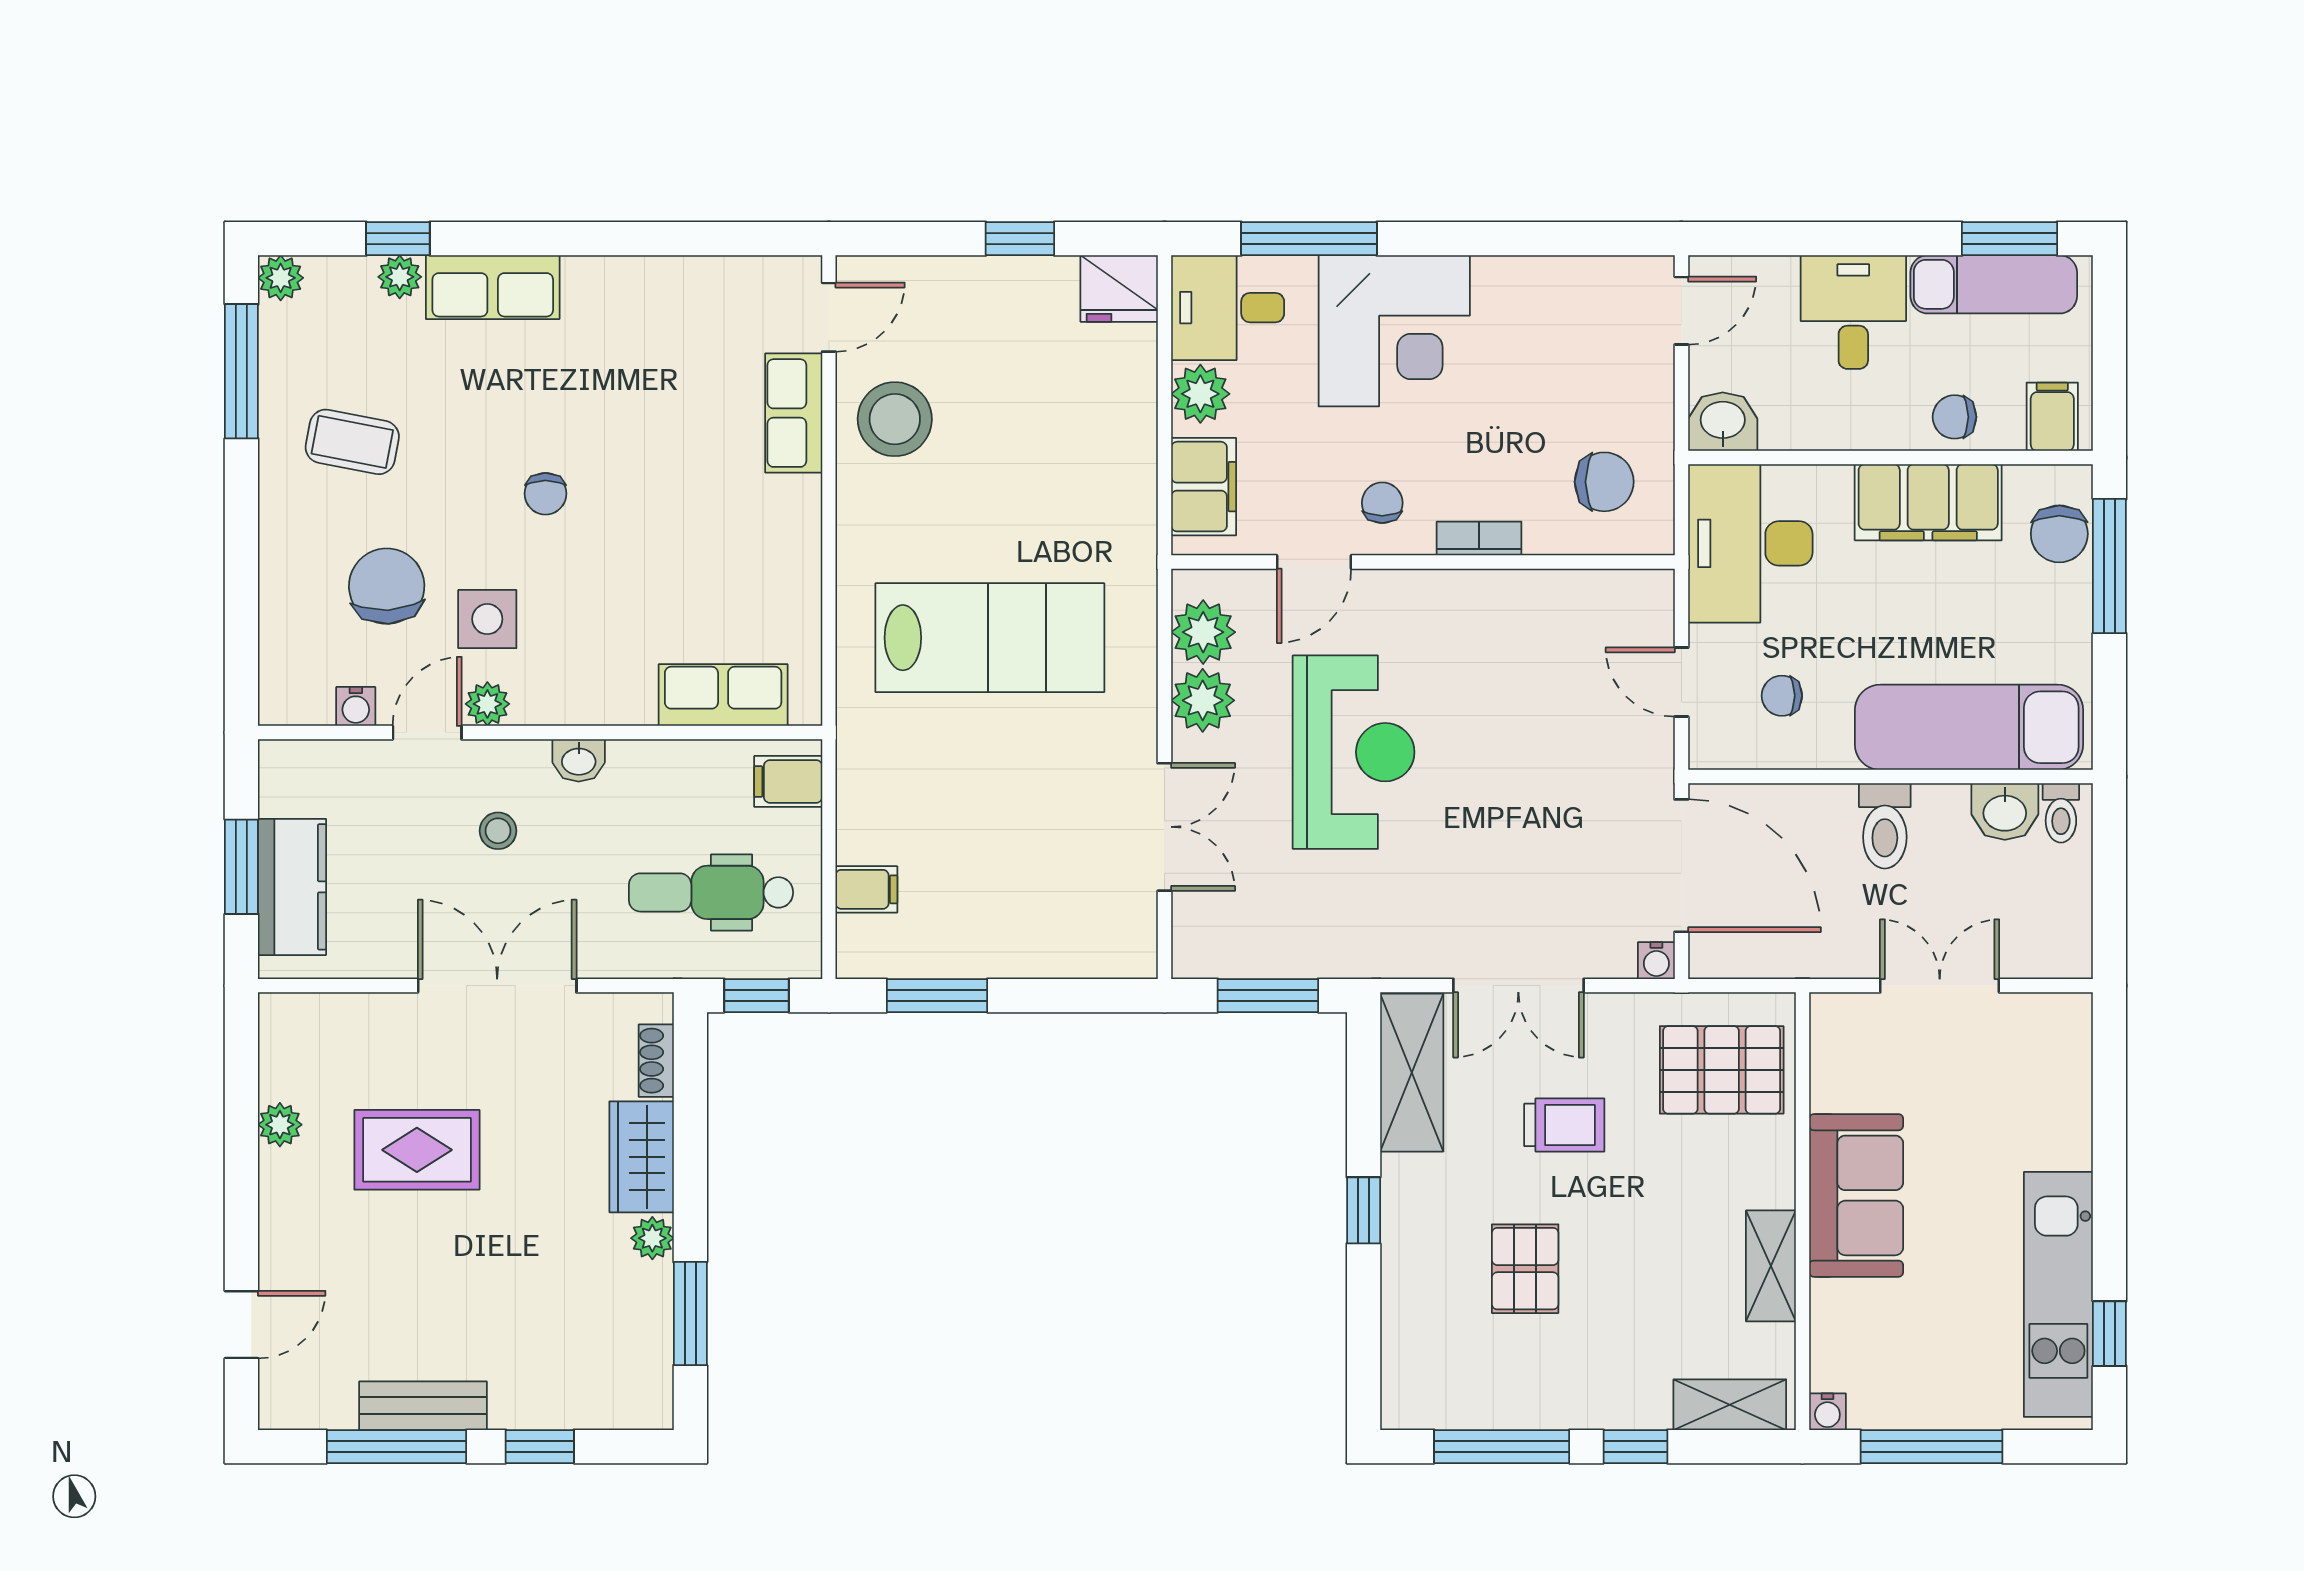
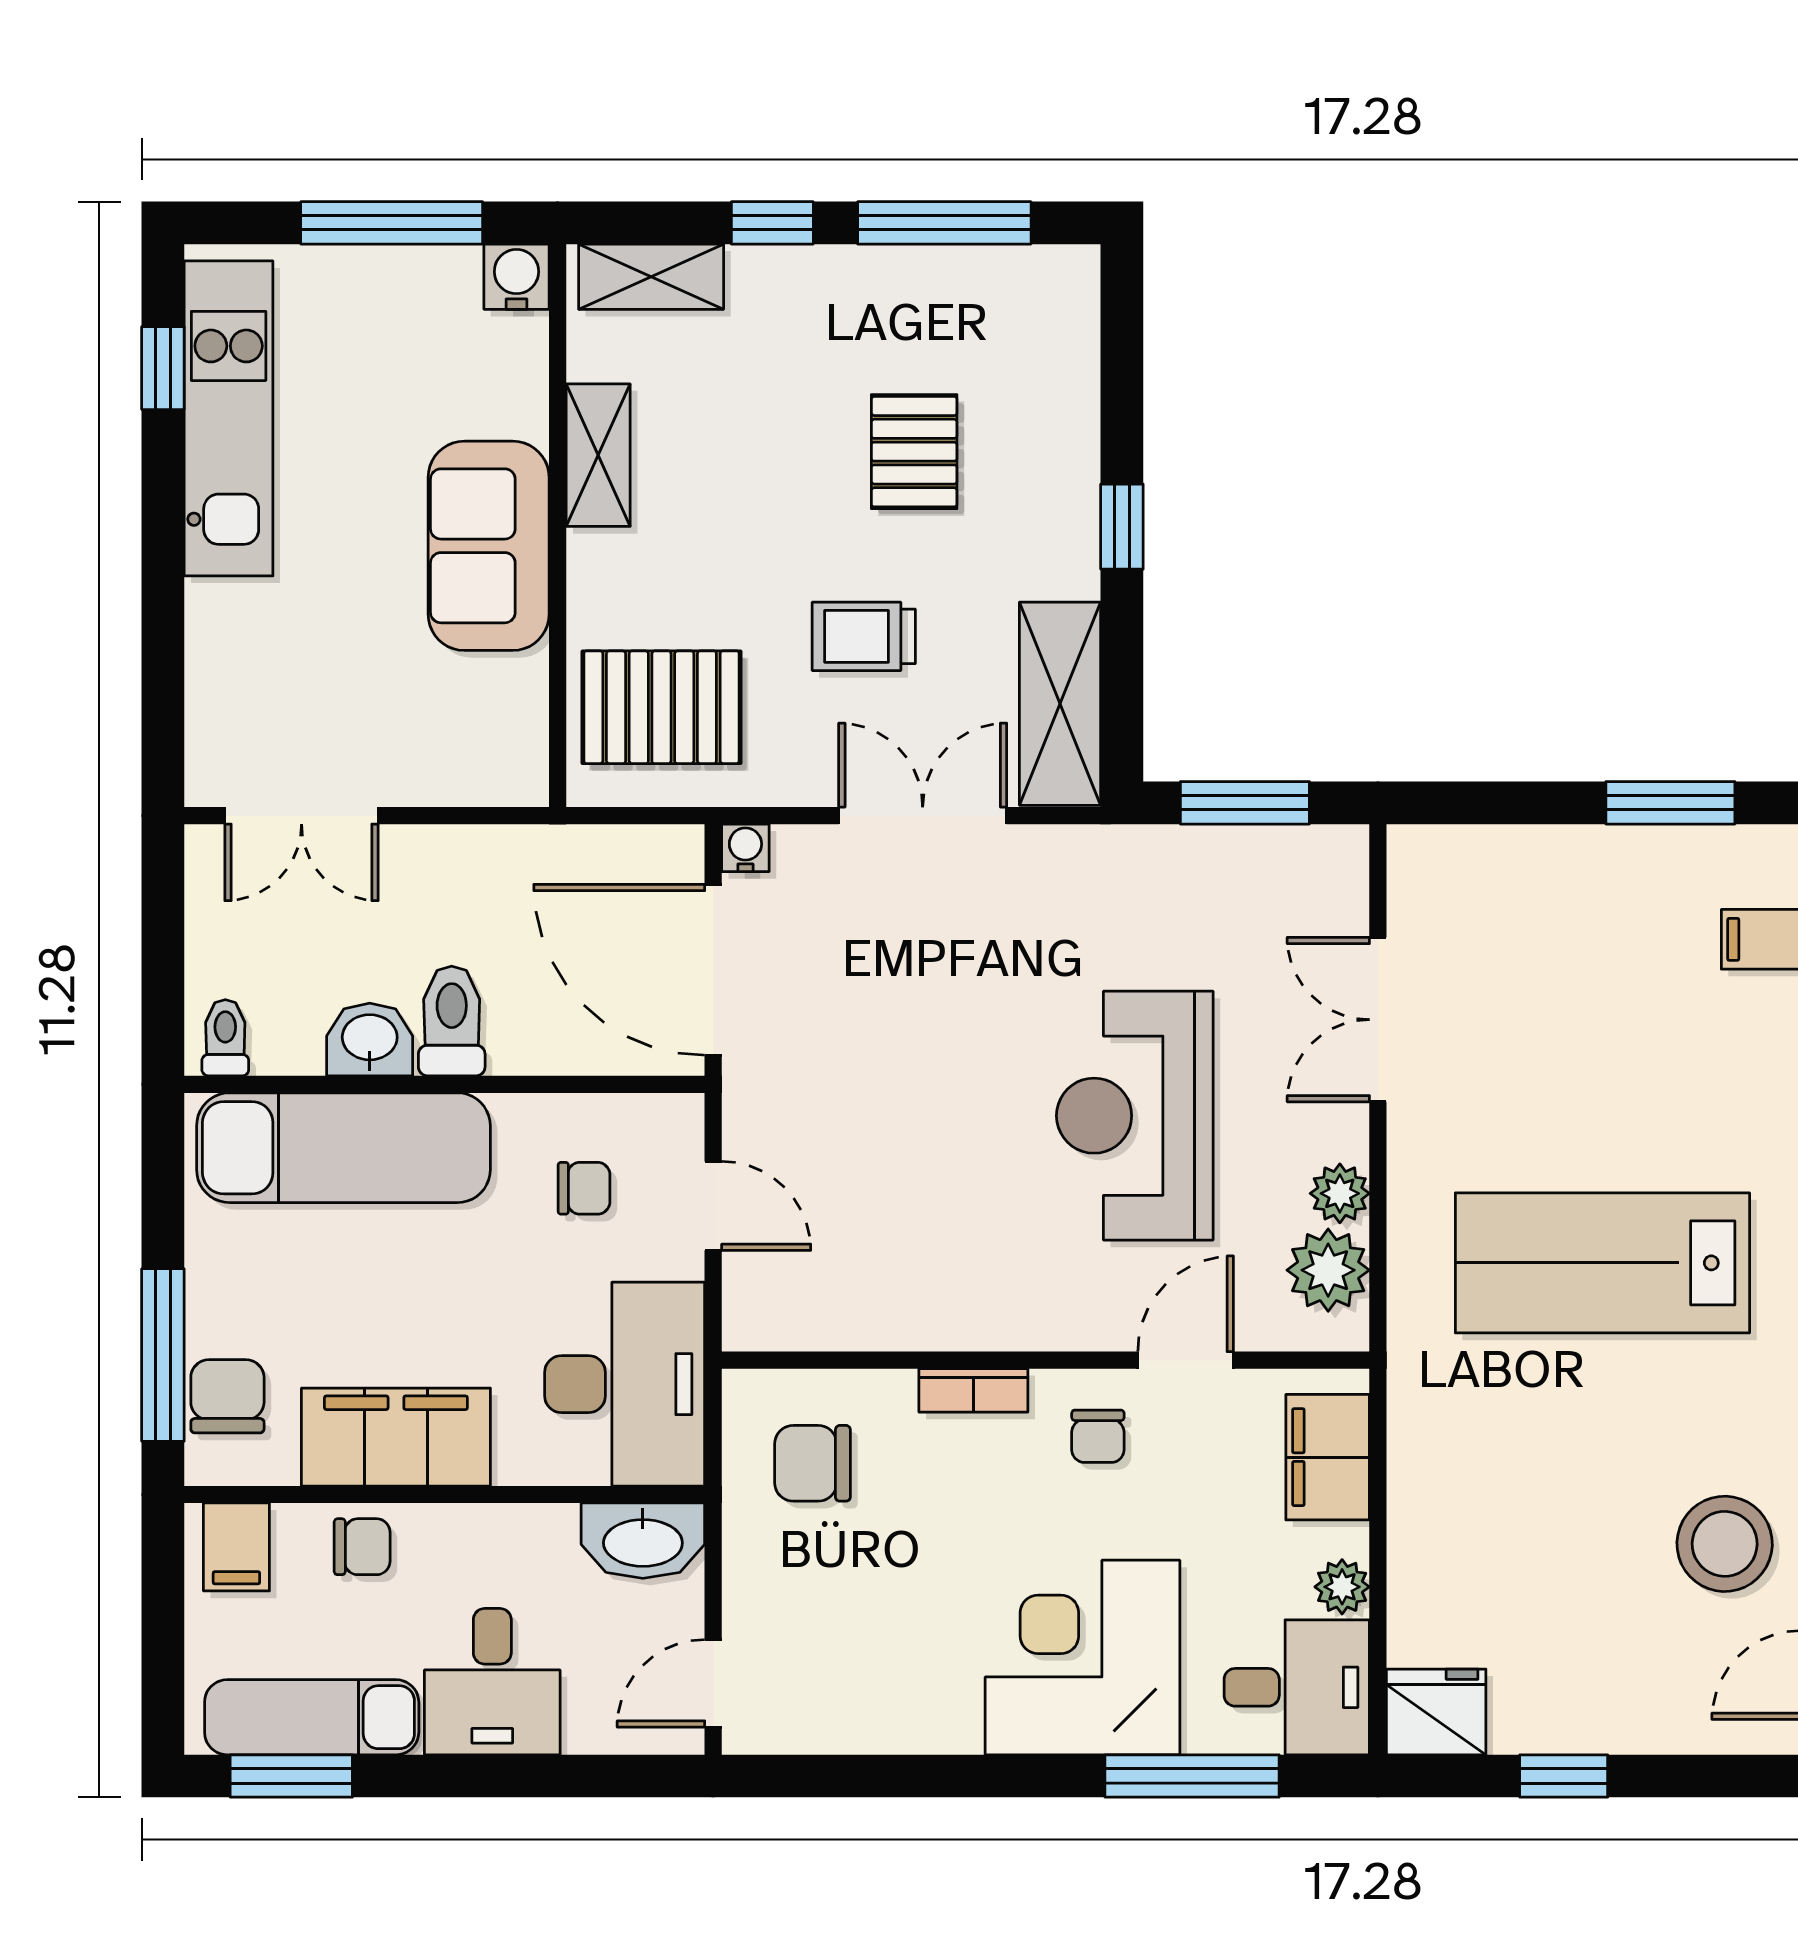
plant: (1200, 394) -> (1342, 1587), width x0.73, depth x0.73
washbasin: (1723, 422) -> (643, 1541), width x1.38
plant: (1203, 700) -> (1340, 1193), width x0.73, depth x0.73
washbasin: (2005, 811) -> (370, 1039), moved
double door: (1940, 986) -> (302, 816), moved
water cooler: (1827, 1412) -> (516, 277), width x1.38, depth x1.38

